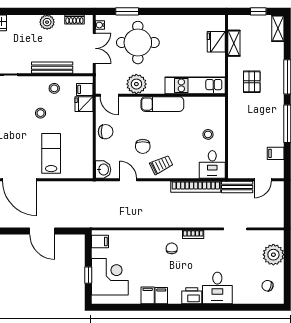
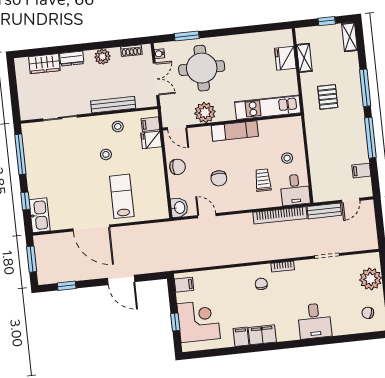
dresser: (18, 21) -> (72, 59), added
trolley: (161, 165) -> (263, 180), moved, turned -64
filing cabinet: (161, 296) -> (262, 335), width x2.00
printer: (192, 296) -> (288, 332), removed

